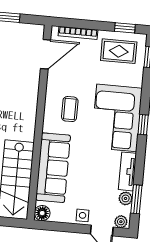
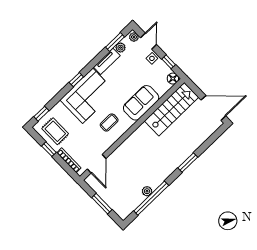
window: (125, 28) -> (49, 149), moved
door: (46, 54) -> (97, 164), swing flipped
sofa: (53, 168) -> (141, 103), width x0.73
window: (62, 227) -> (169, 62), added

